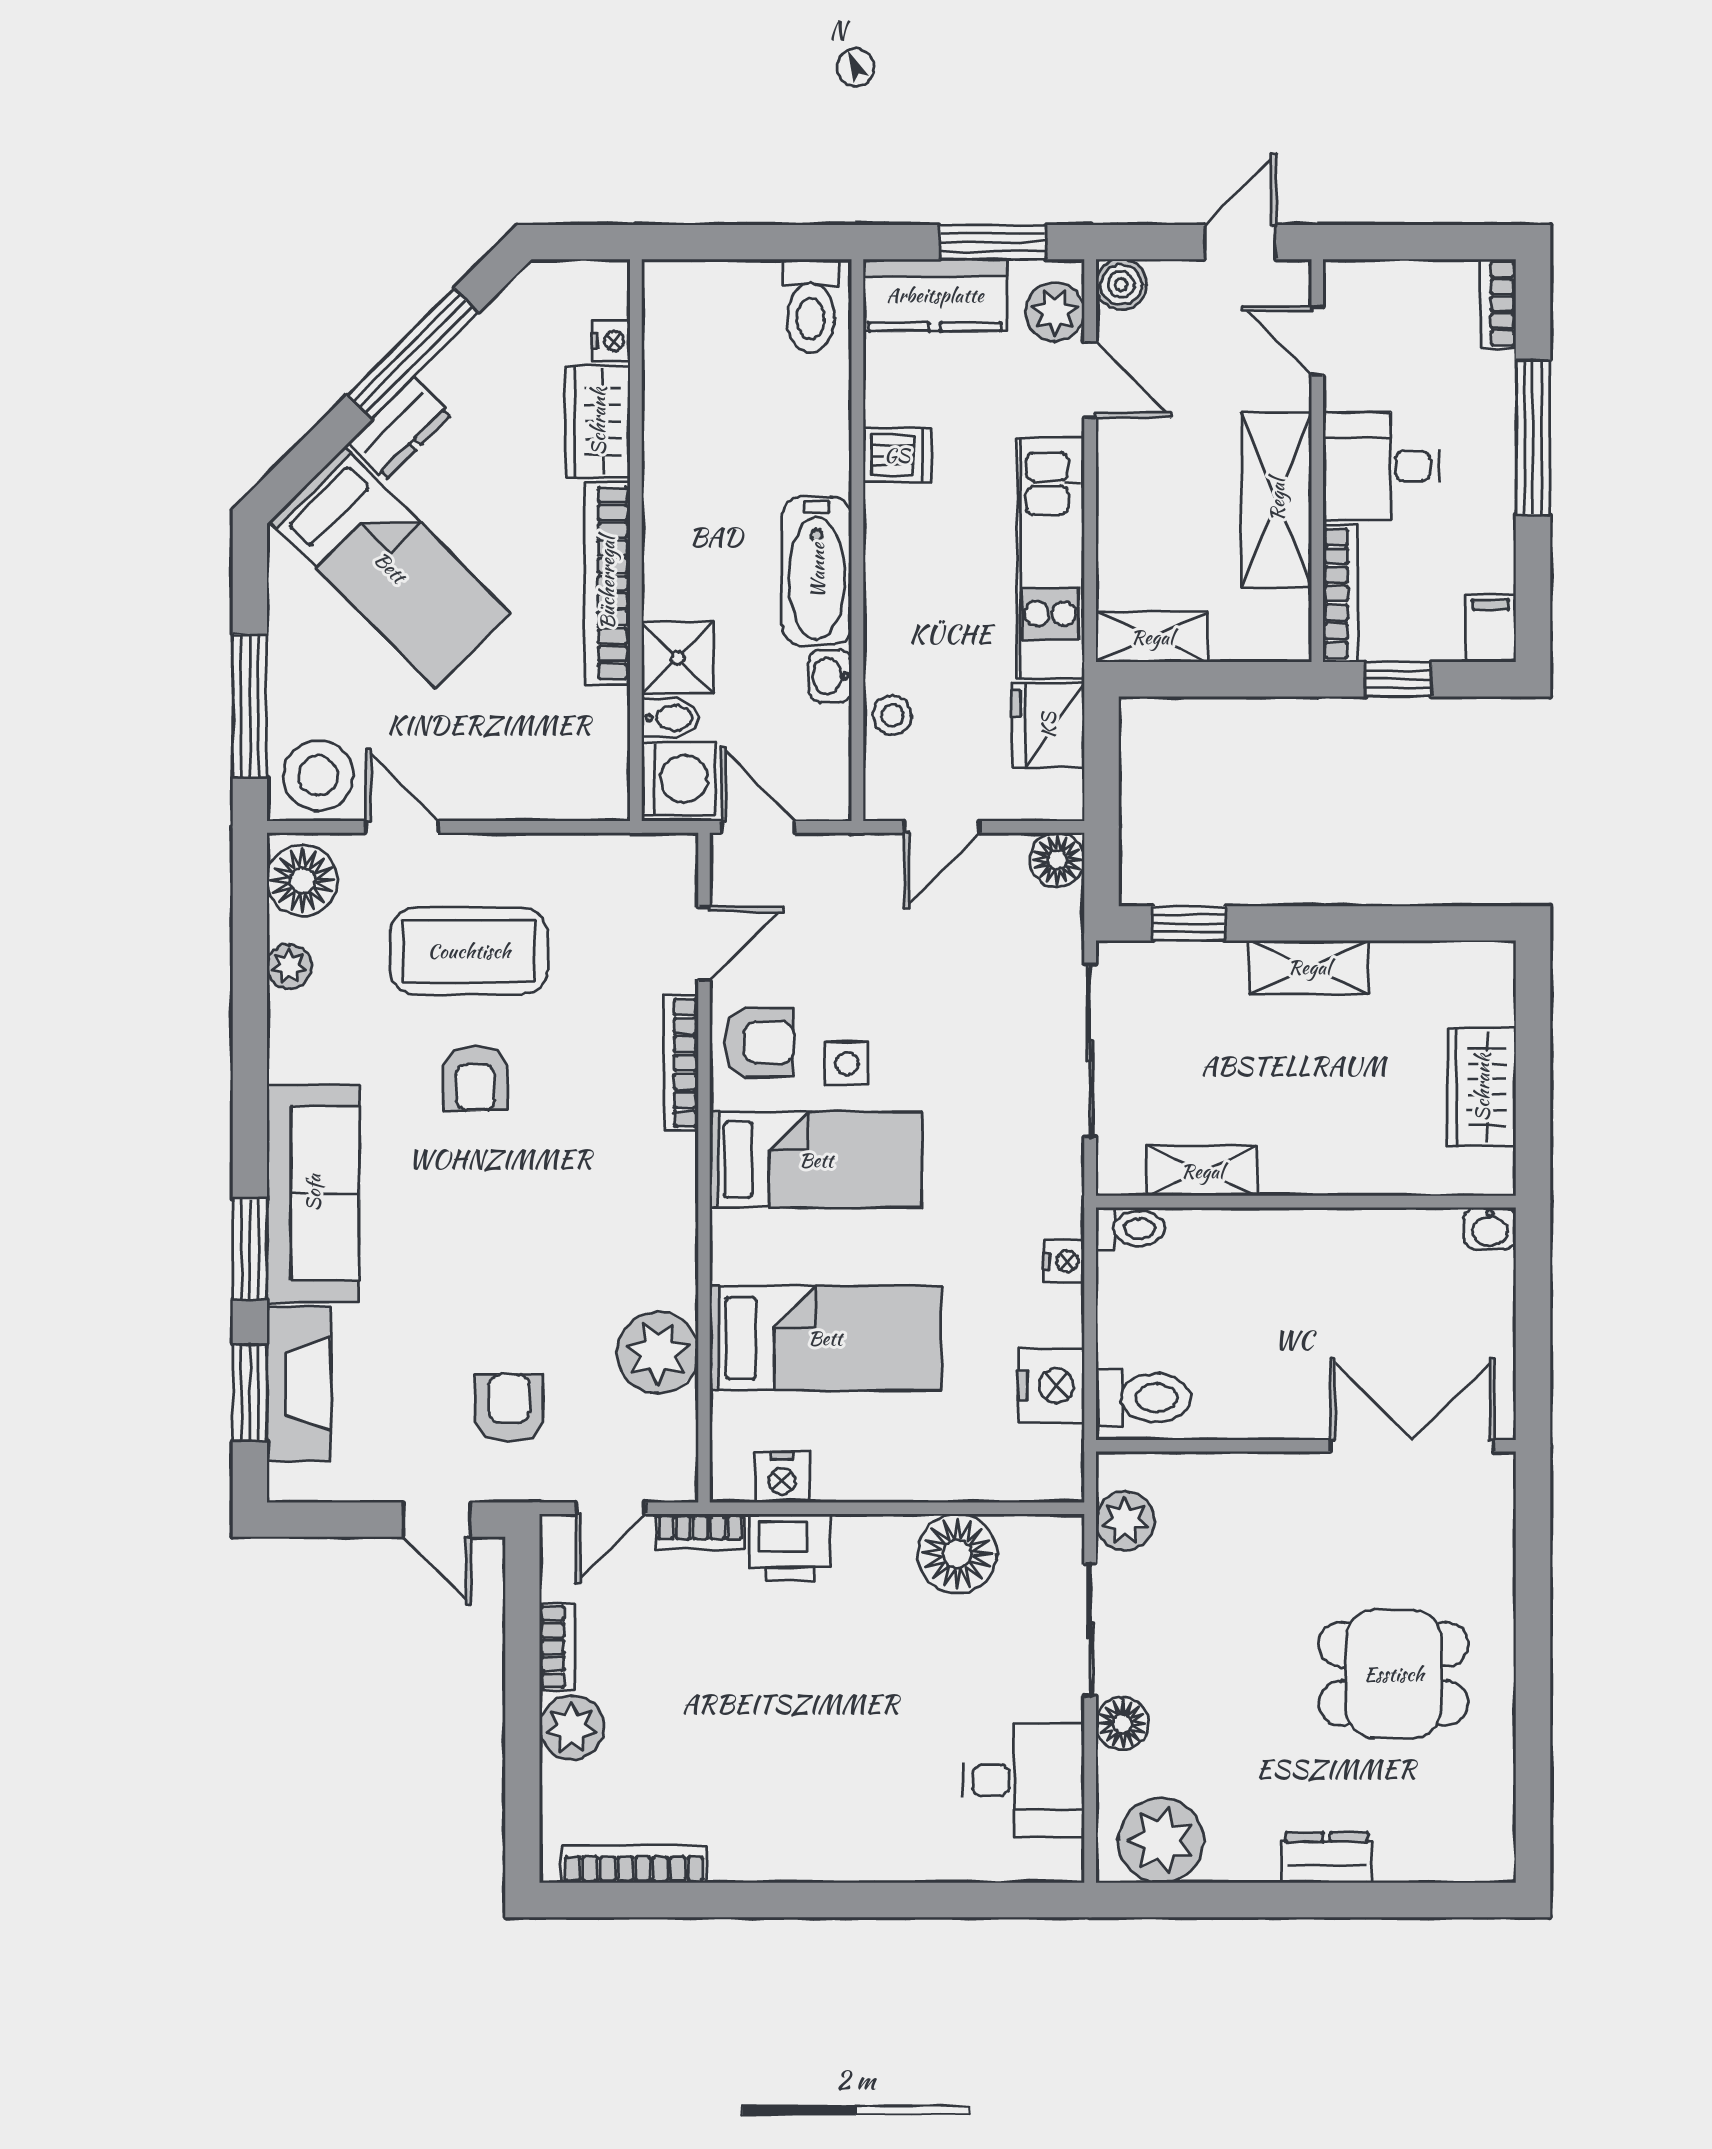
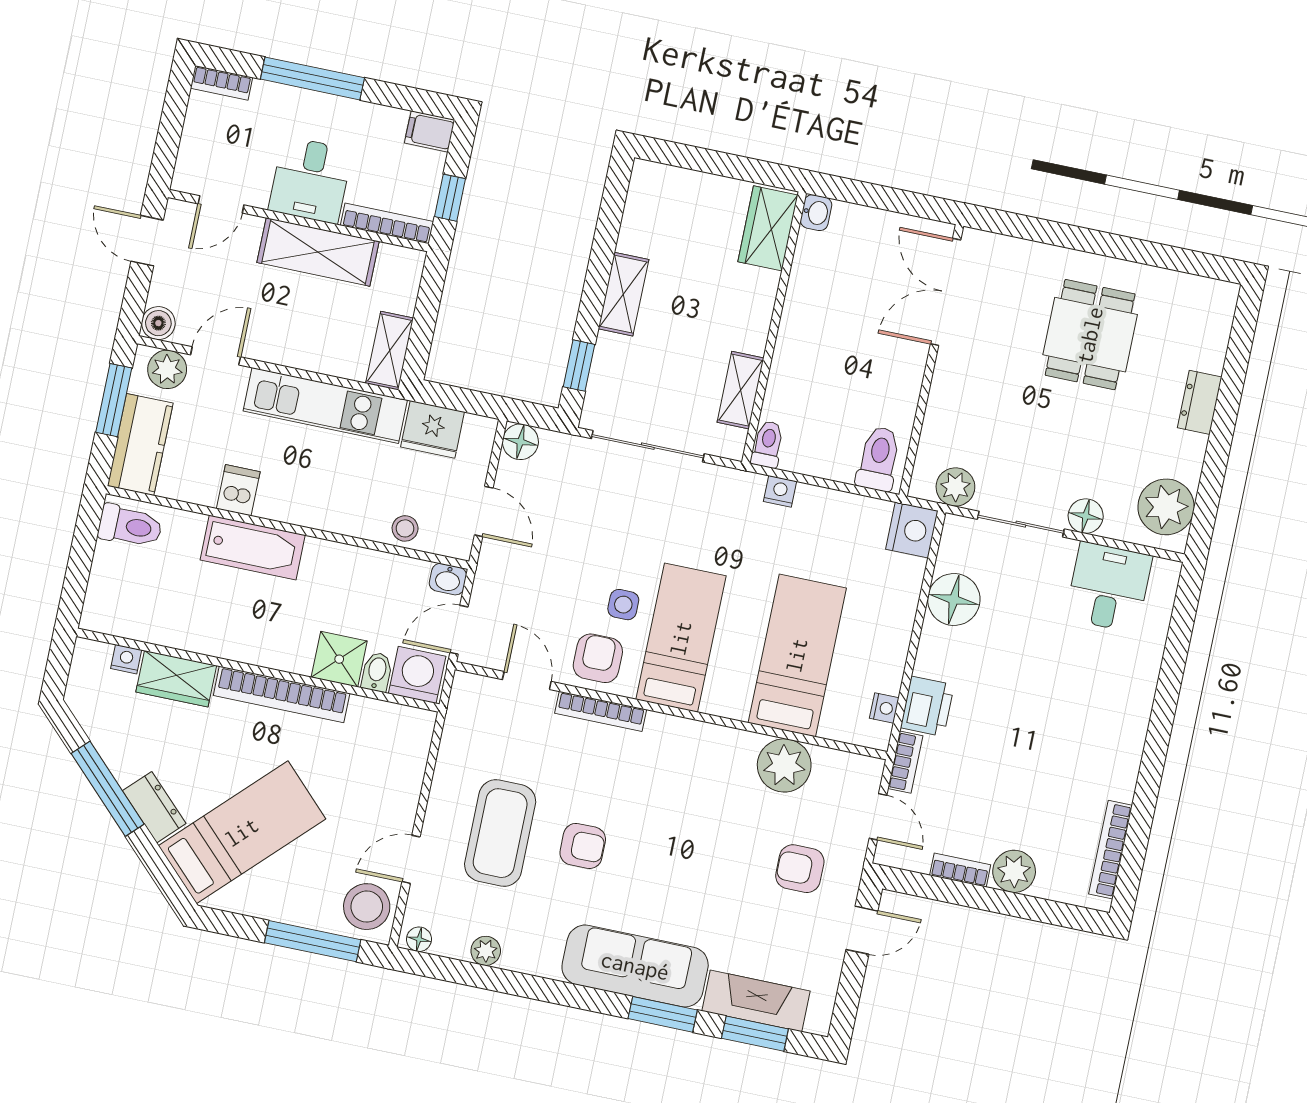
bathtub: (817, 571) -> (253, 548), moved
washbasin: (830, 676) -> (448, 579), moved
floor lamp: (302, 880) -> (419, 939), width x0.53, depth x0.53
wardrobe: (1482, 1087) -> (768, 228), moved, turned 90
nightstand: (1051, 1386) -> (912, 530), moved, turned 90
nightstand: (782, 1477) -> (884, 708), width x0.72, depth x0.74

